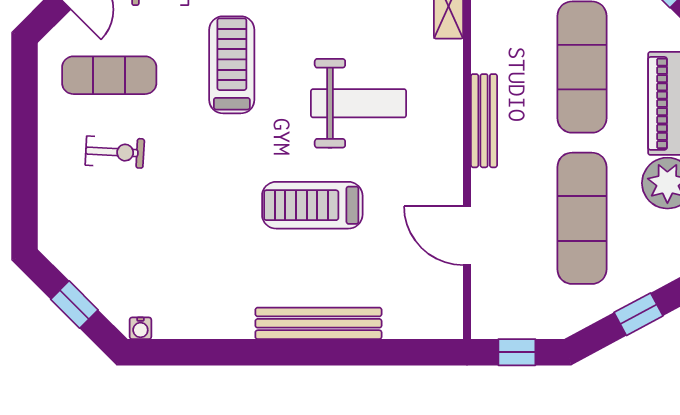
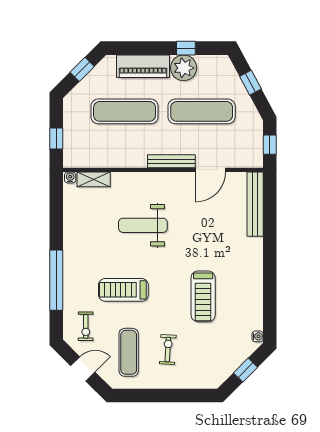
weight bench: (359, 103) -> (143, 225), turned -90
bench: (484, 121) -> (171, 161), moved
treadmill: (312, 205) -> (203, 296), moved
bench: (318, 323) -> (255, 204), moved

